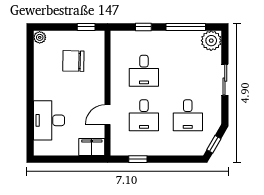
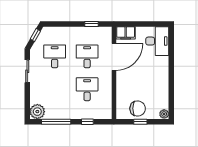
window: (86, 27) -> (140, 122), moved
chair: (73, 61) -> (138, 109), moved
sliding door: (225, 80) -> (27, 71), moved
door: (108, 115) -> (114, 57), width x1.88
desk: (49, 120) -> (157, 41), moved

